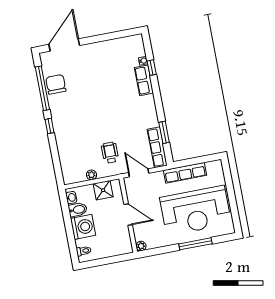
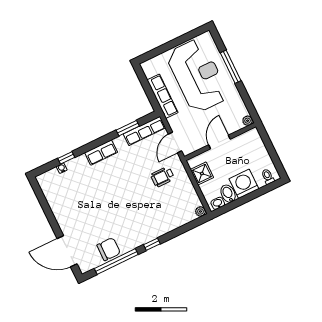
row of seats: (144, 80) -> (101, 152), moved
chair: (56, 84) -> (109, 249), turned 180
plant: (91, 175) -> (200, 211), moved

